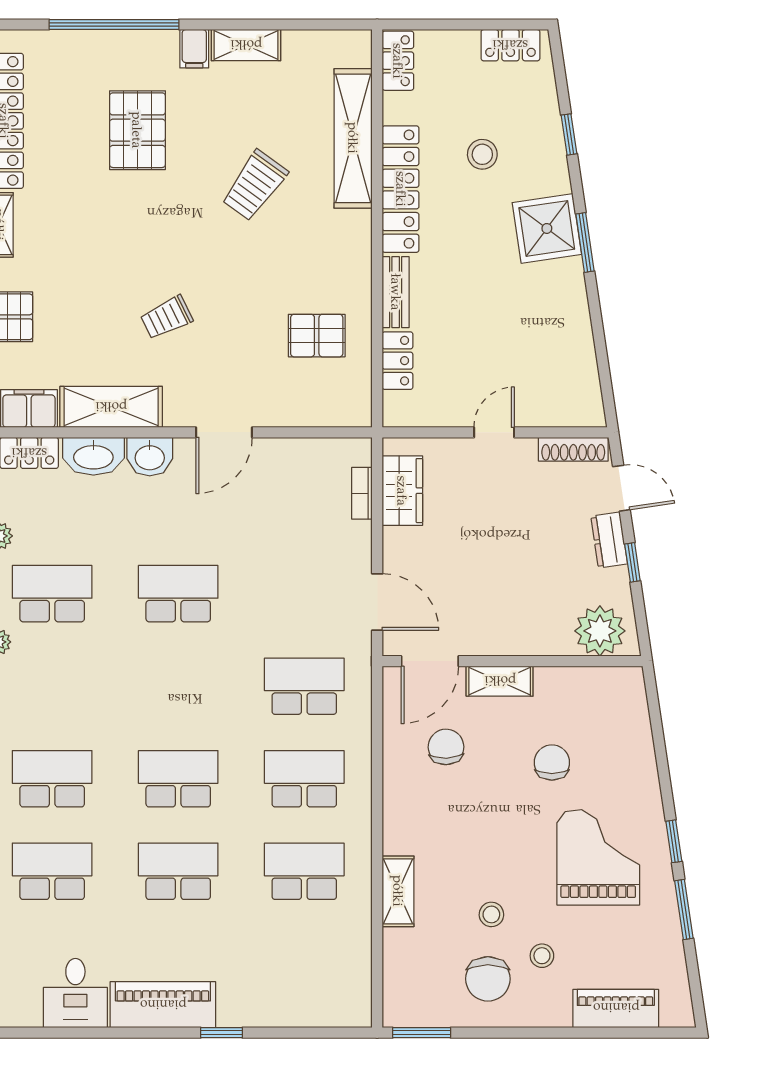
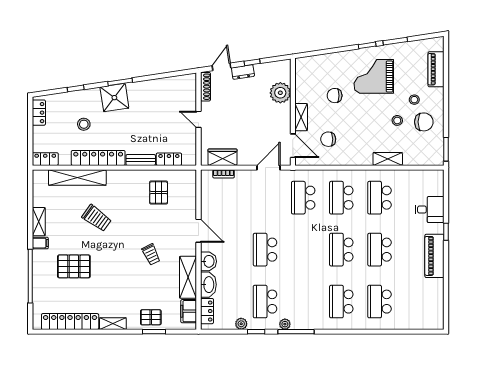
plant: (600, 631) -> (280, 93), moved
desk: (75, 993) -> (430, 210), moved

